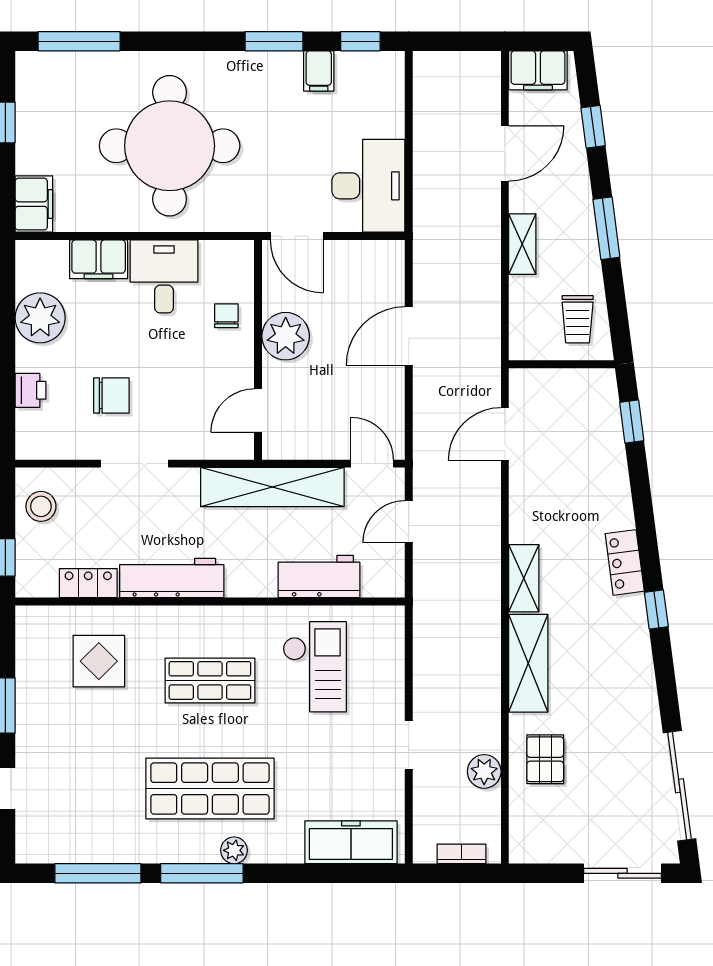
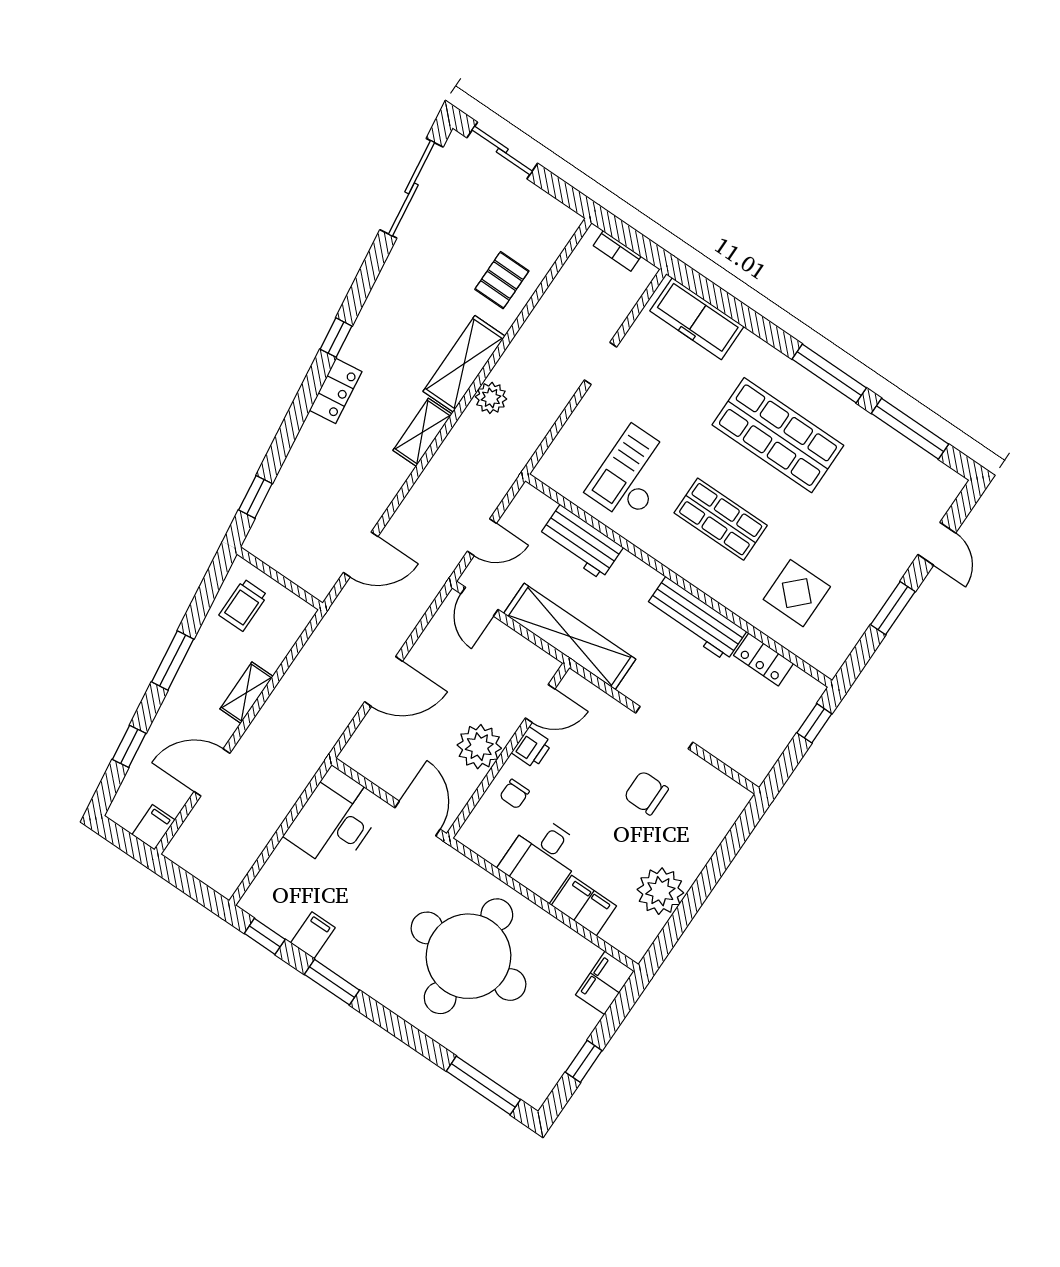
filing cabinet: (538, 70) -> (153, 827), width x0.50
trolley: (578, 319) -> (243, 605), turned 180
printer: (31, 390) -> (532, 748), moved, turned 180
stool: (41, 506) -> (760, 744), removed
plant: (484, 771) -> (491, 398), moved
plant: (234, 850) -> (792, 374), removed

